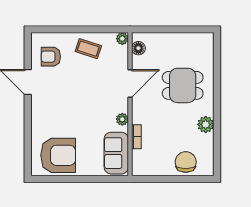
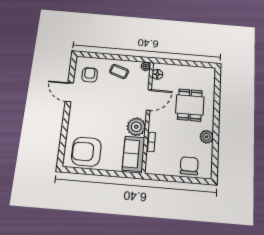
armchair: (51, 57) -> (90, 75), turned 90
dining table: (183, 85) -> (190, 105), turned 90
plant: (122, 119) -> (136, 127), width x1.88, depth x1.88
armchair: (58, 155) -> (86, 152), turned 180

